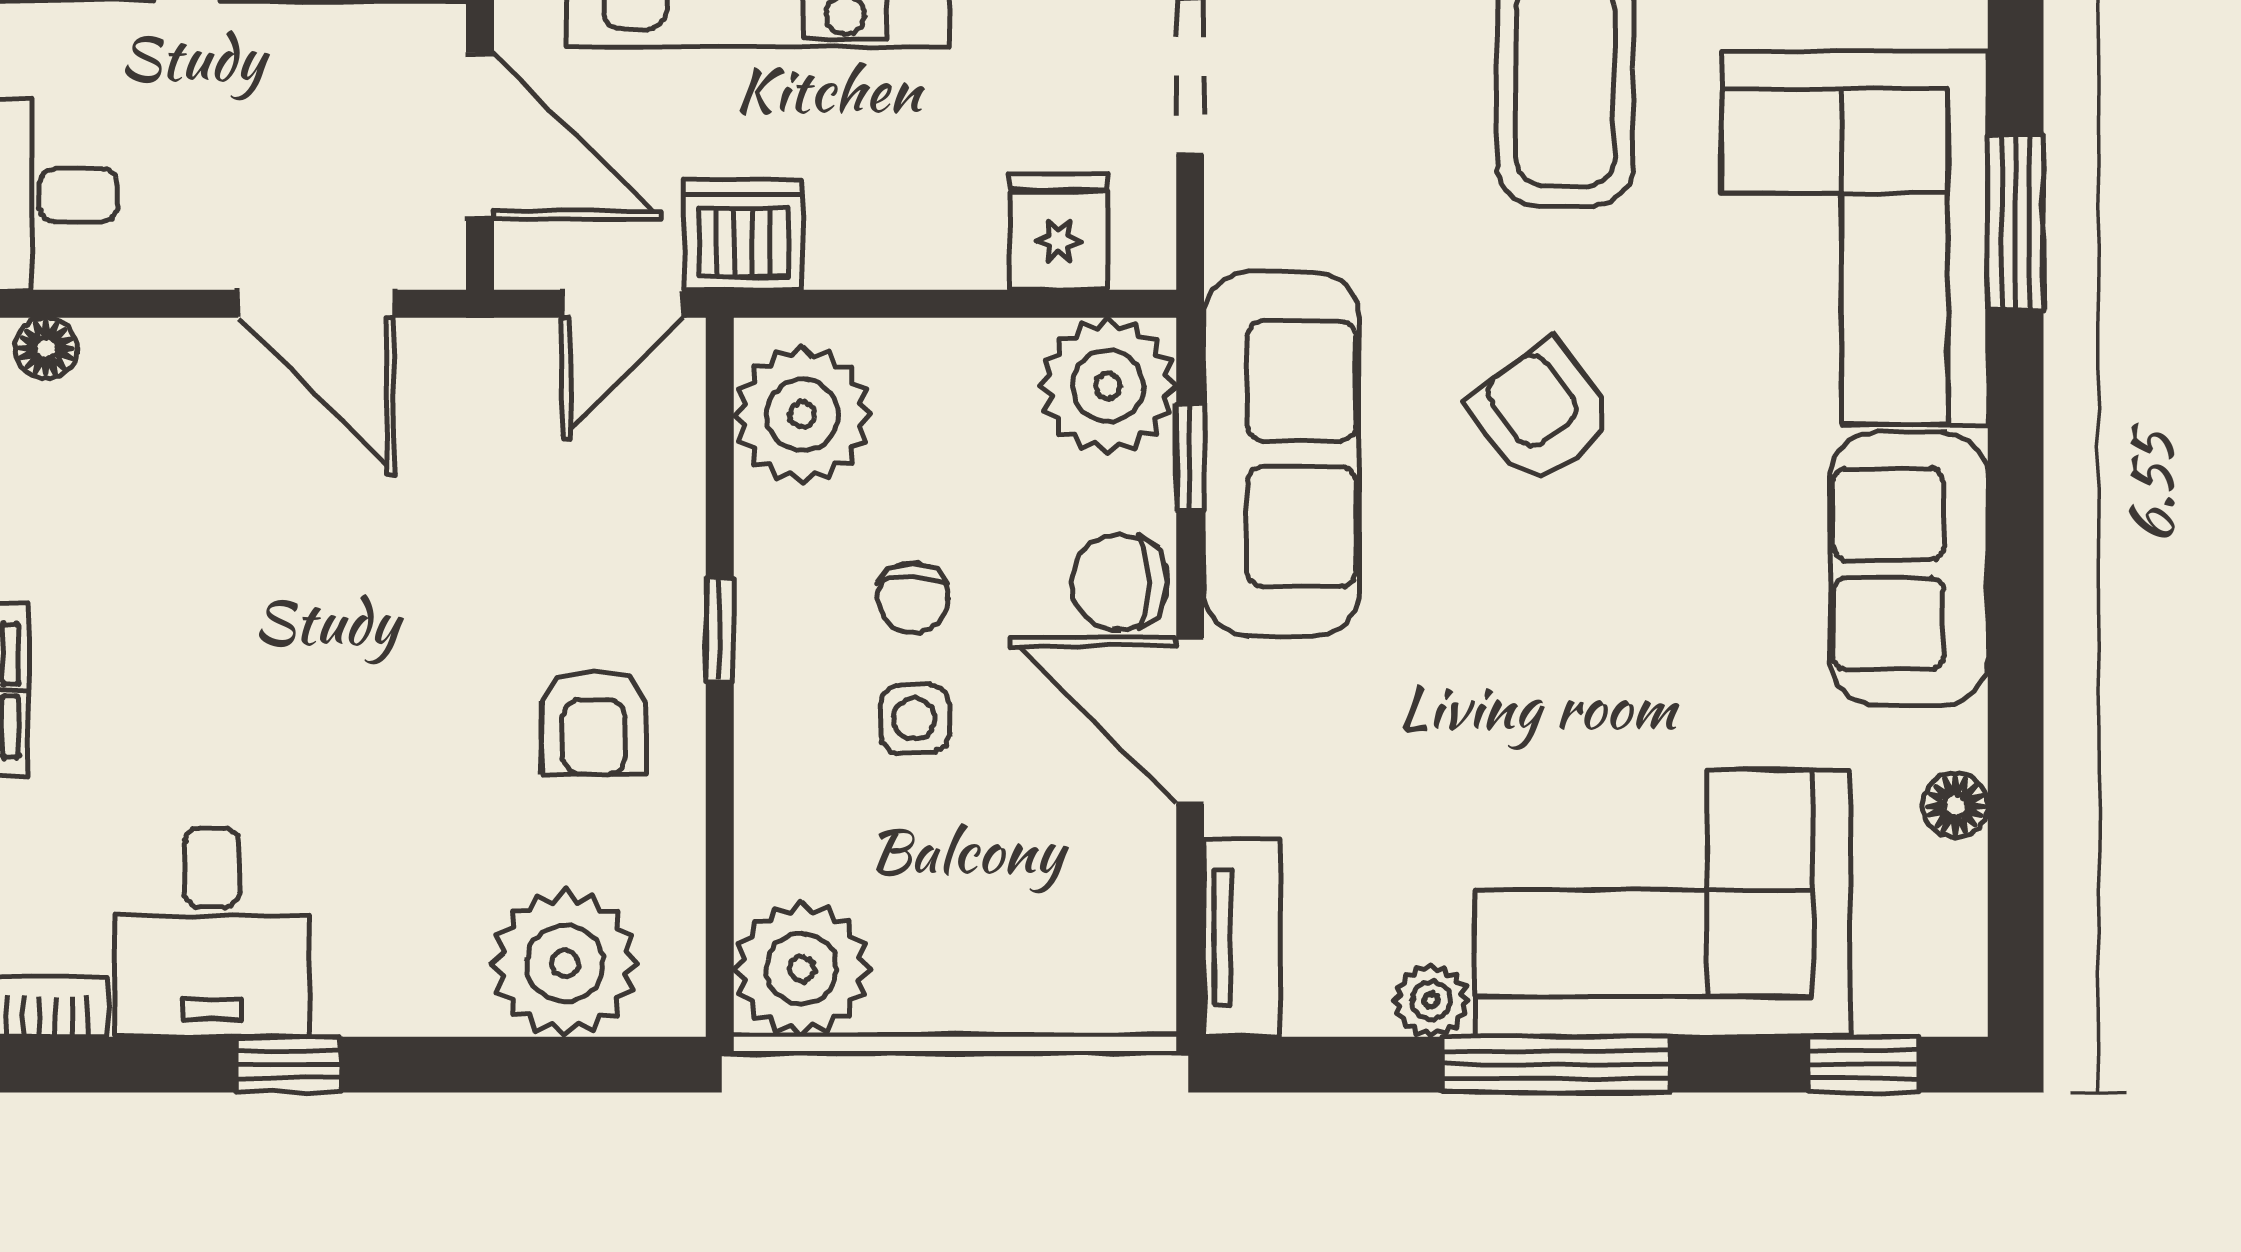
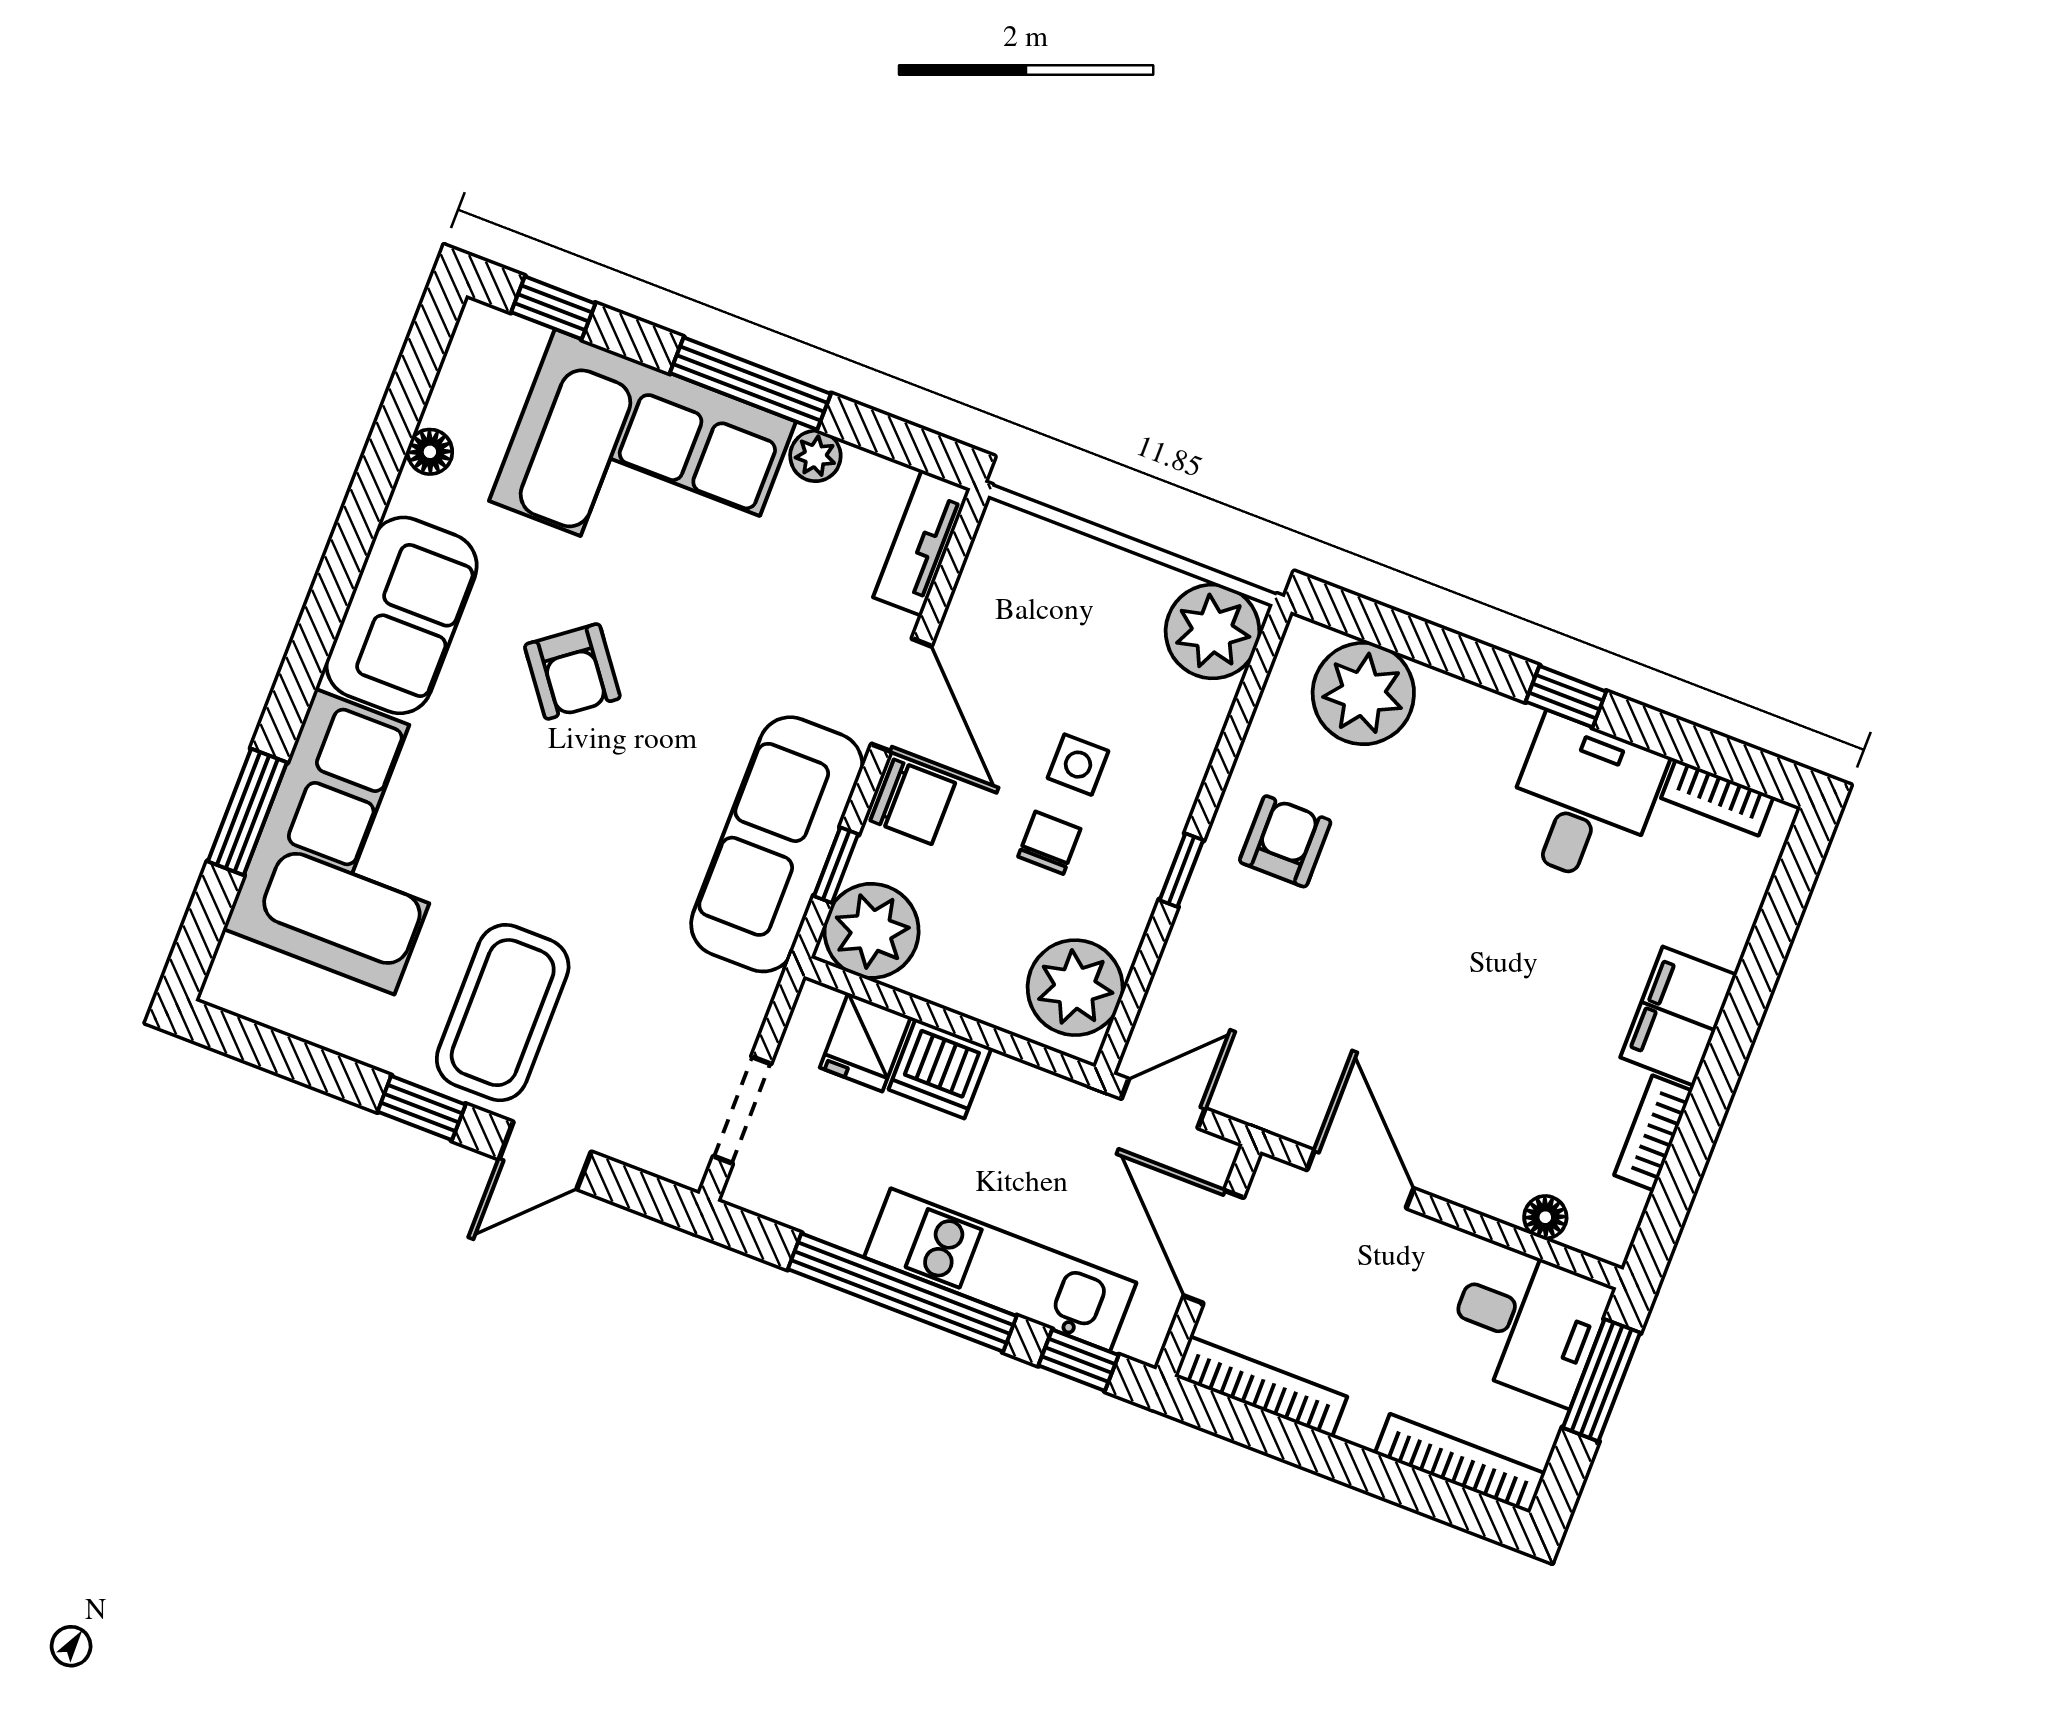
dishwasher: (743, 235) -> (940, 1069), moved
armchair: (1542, 413) -> (572, 671), moved

